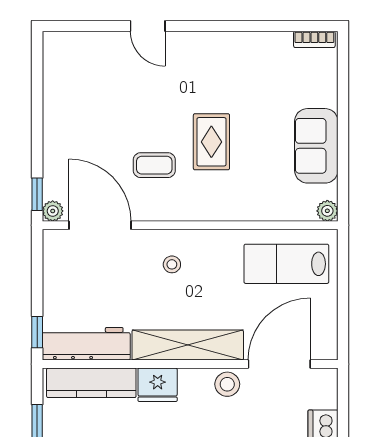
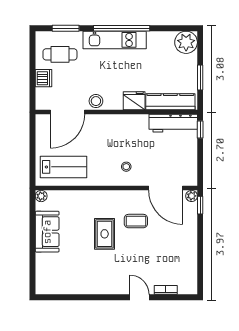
bookcase: (314, 39) -> (166, 290), moved
shelving: (188, 345) -> (118, 122), removed

